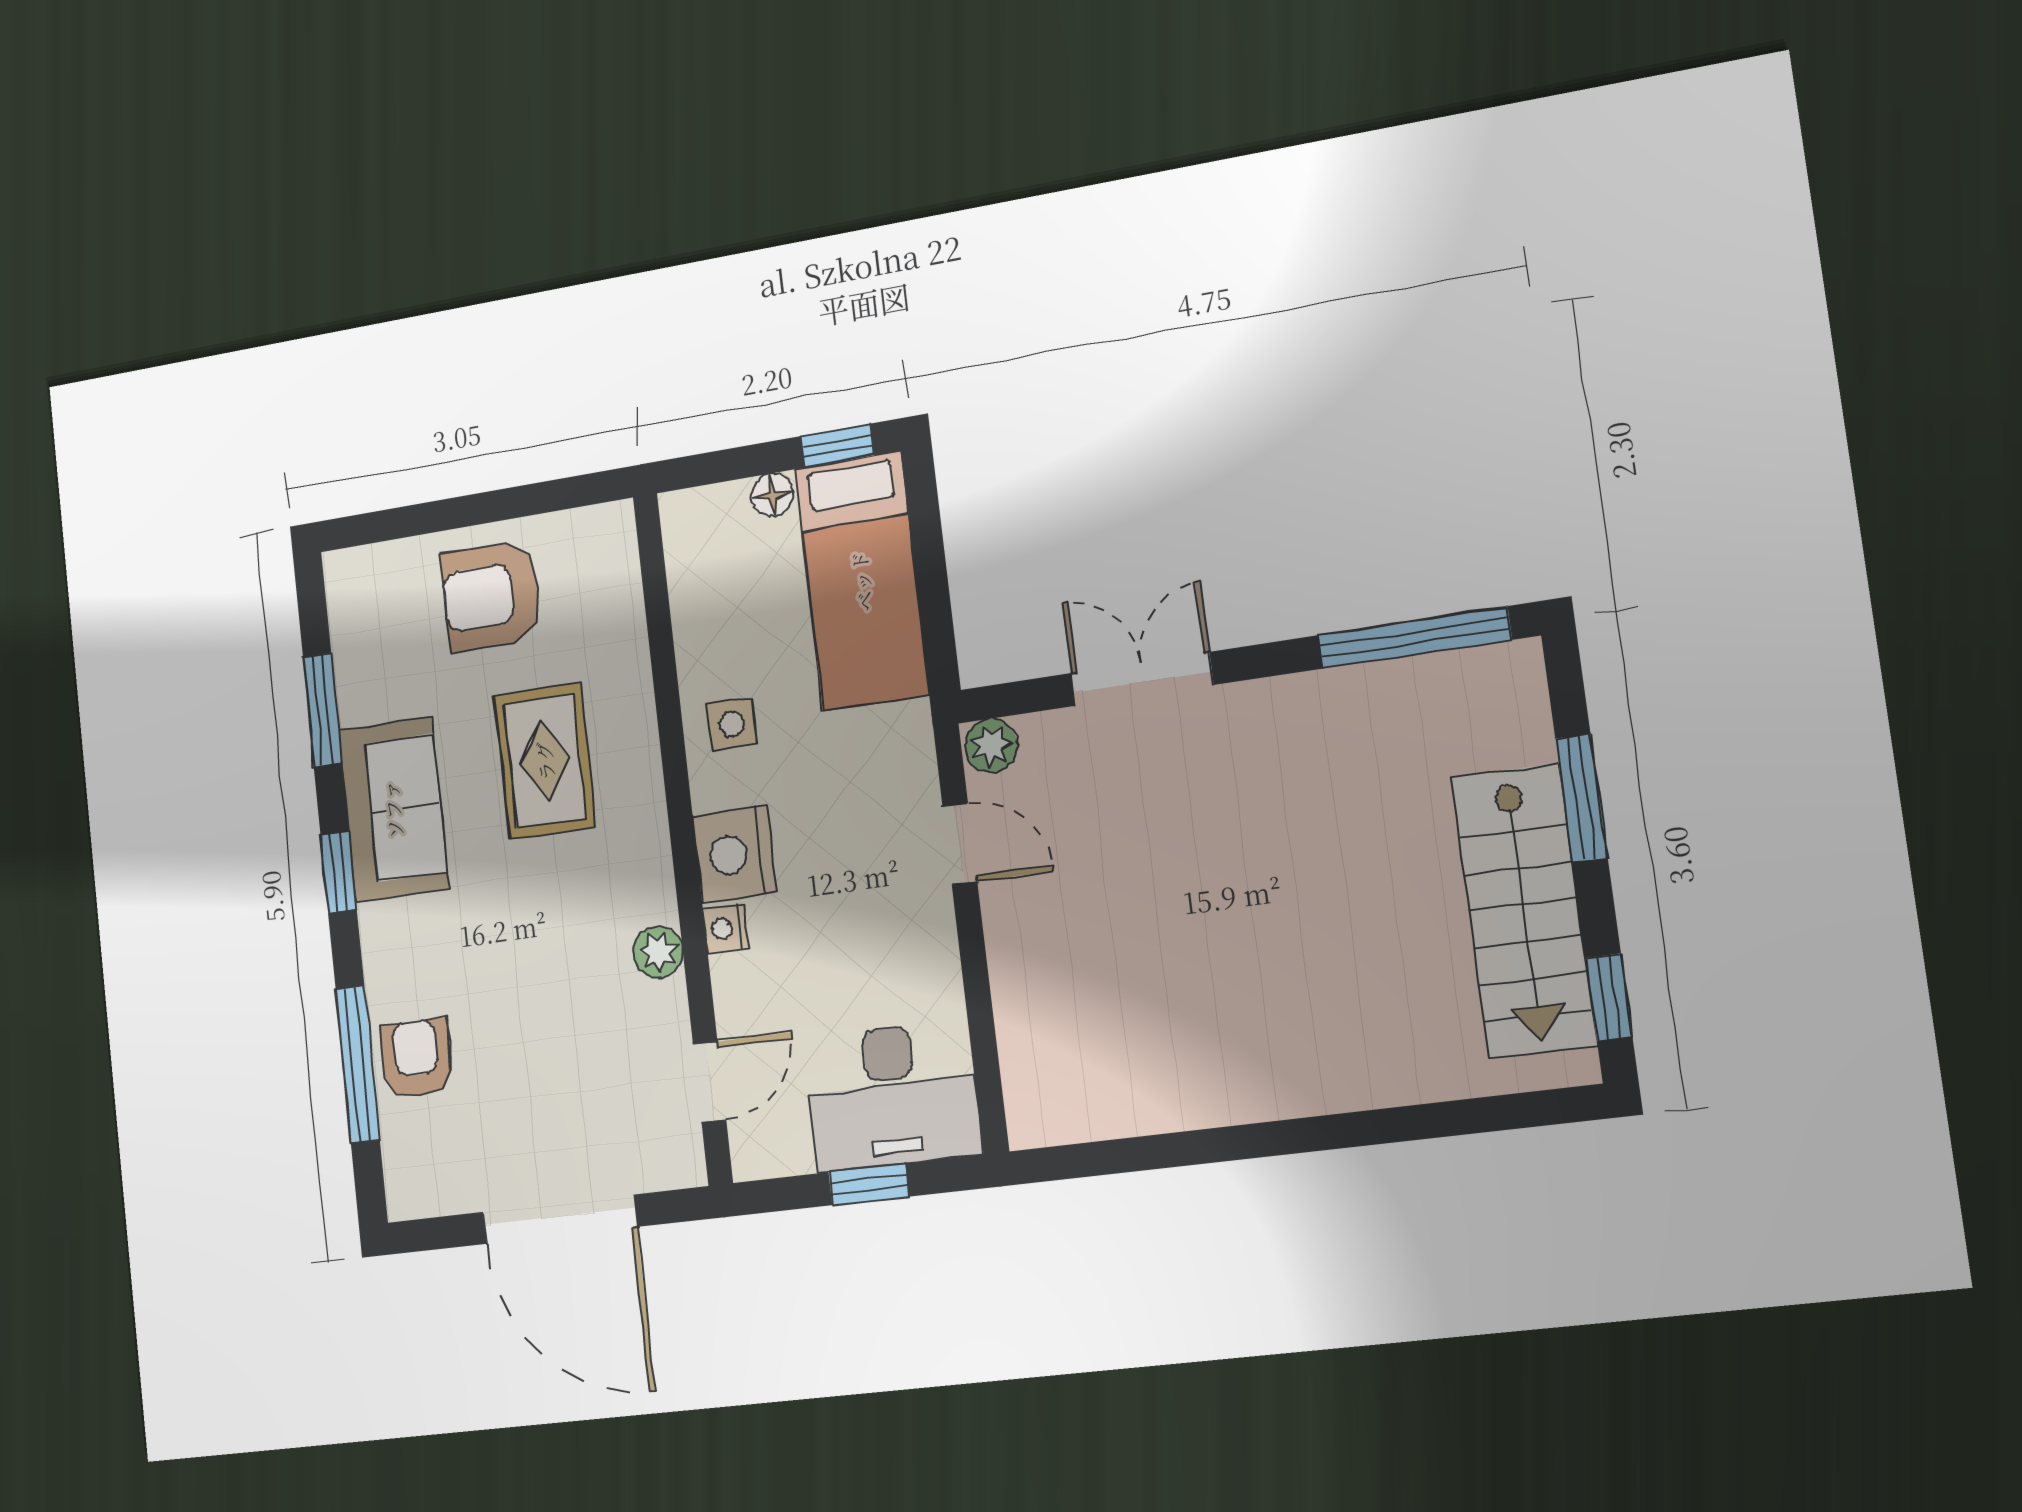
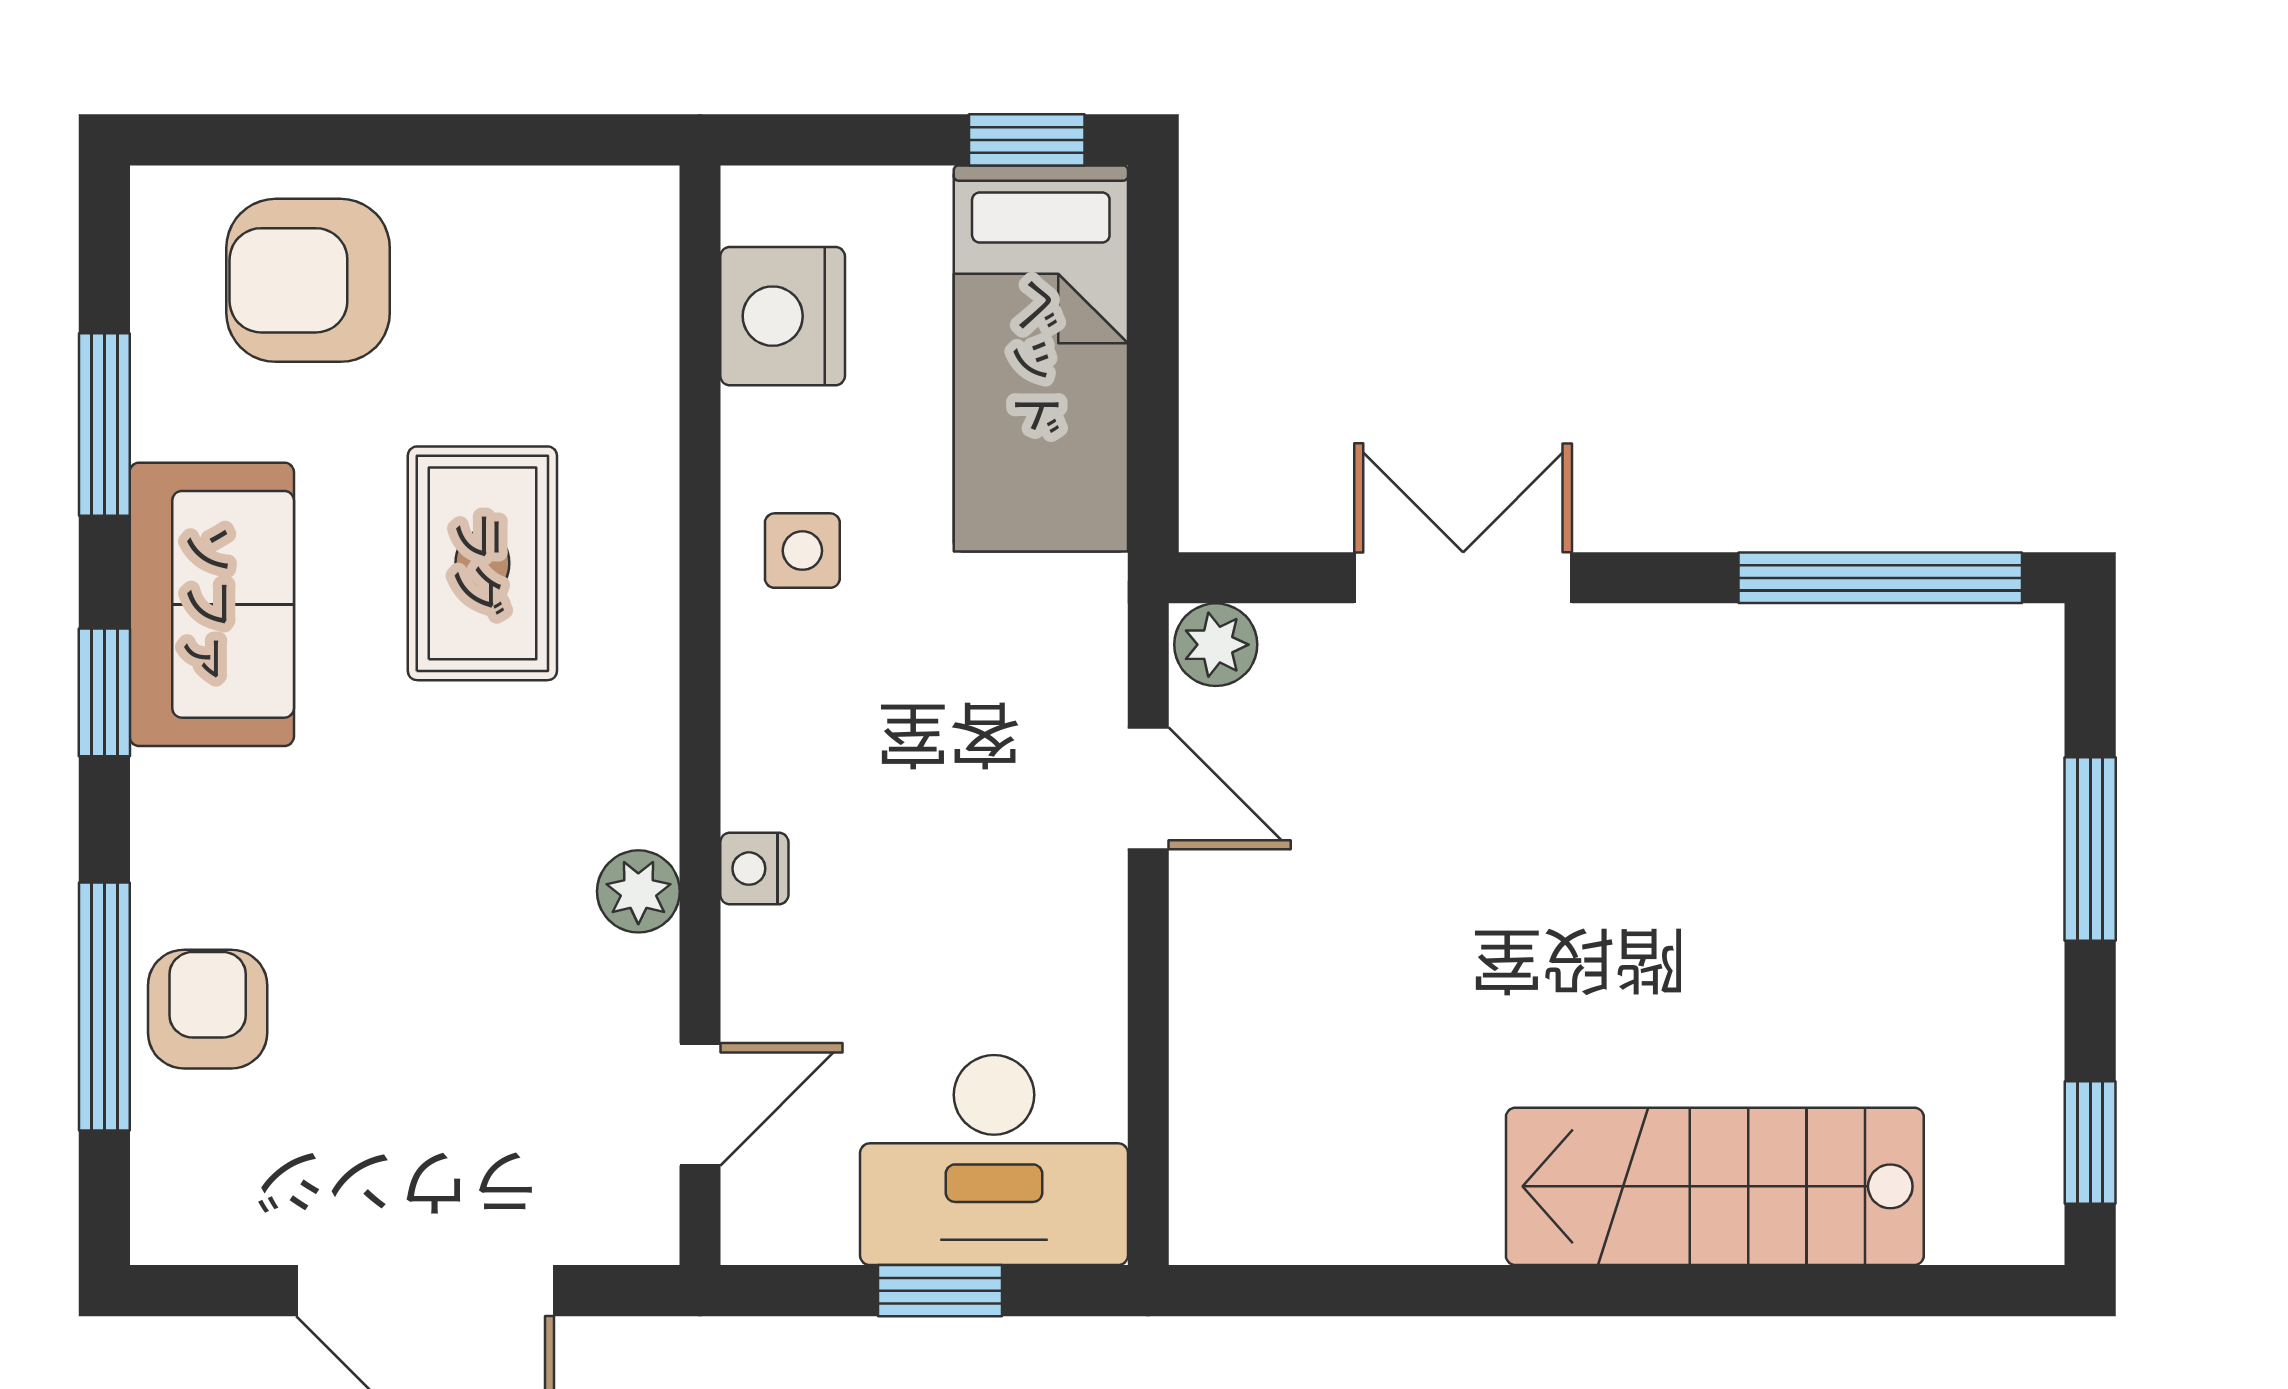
floor lamp: (772, 495) -> (912, 200), removed
armchair: (492, 596) -> (308, 280), moved
nightstand: (734, 854) -> (783, 316), moved
stairs: (1524, 911) -> (1715, 1186), moved, turned 90

